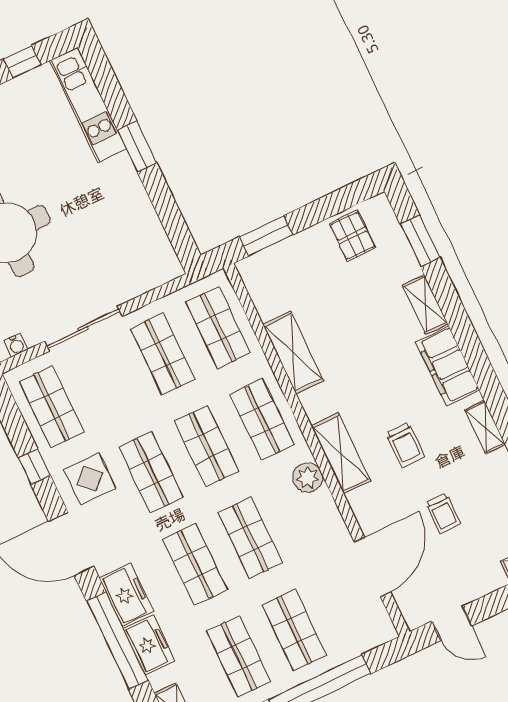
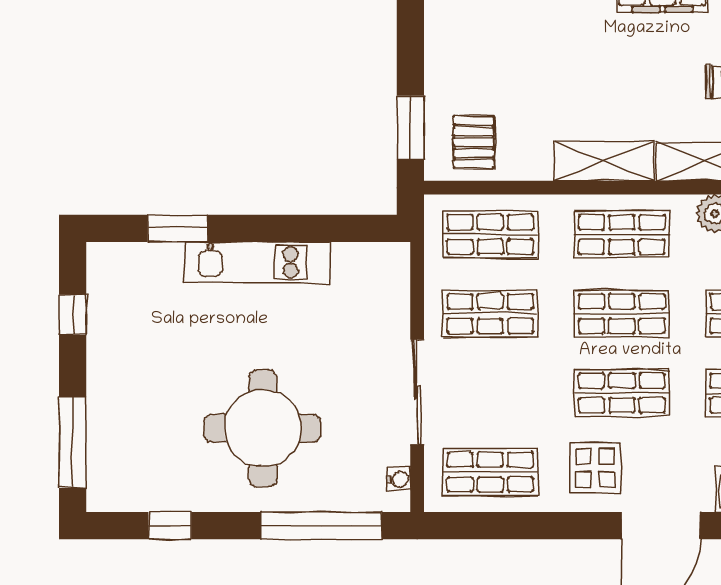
kitchen unit: (88, 105) -> (257, 262), moved
window: (137, 146) -> (178, 228), moved
pallet: (352, 236) -> (474, 142), moved, turned 90
shelving: (293, 353) -> (604, 161), moved
window: (34, 467) -> (550, 526), removed

